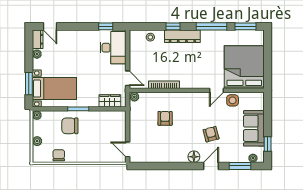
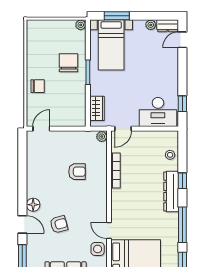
plant: (37, 141) -> (51, 25), removed
chair: (59, 155) -> (38, 86), moved

